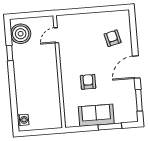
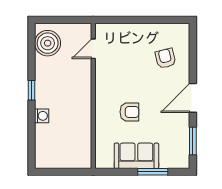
window: (10, 53) -> (32, 90), moved
armchair: (88, 82) -> (129, 112), turned 90
washing machine: (23, 120) -> (42, 116), moved

